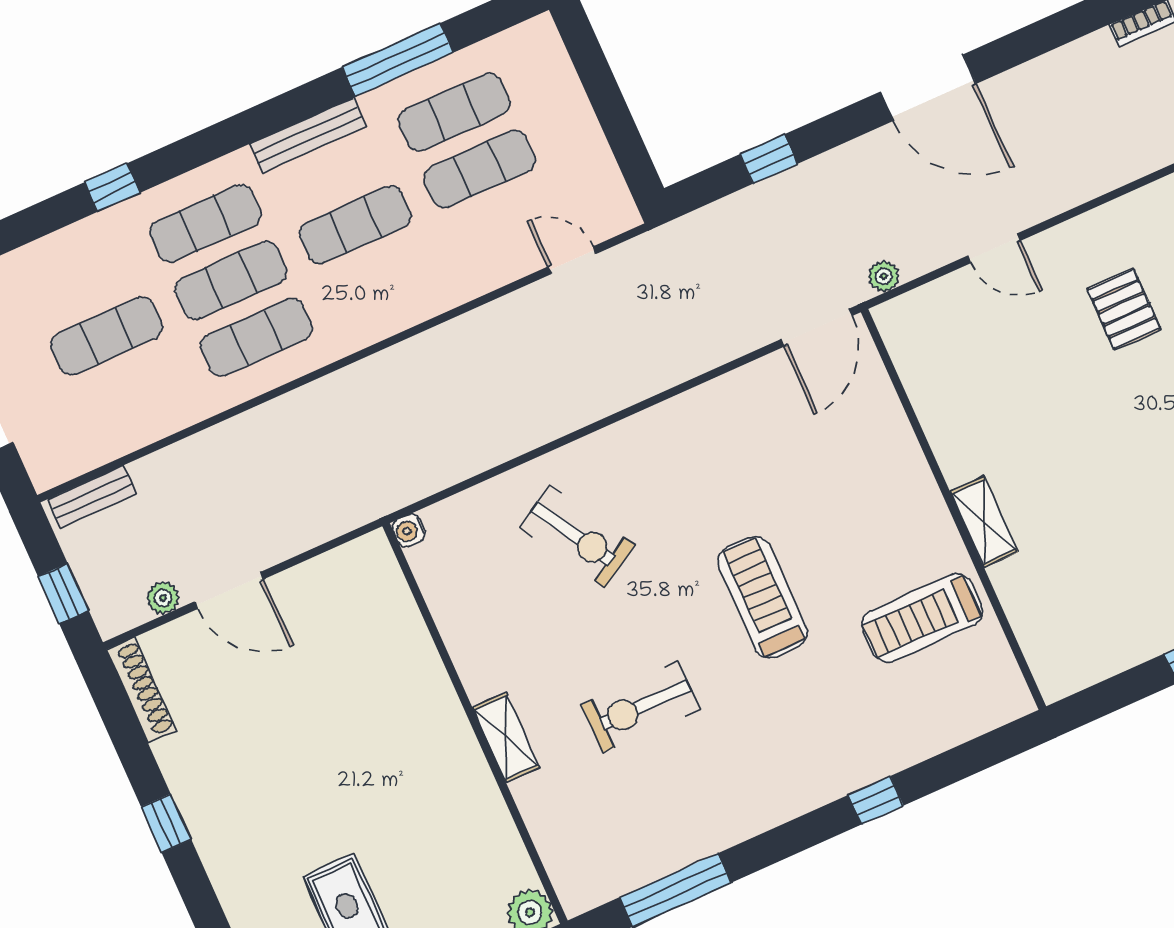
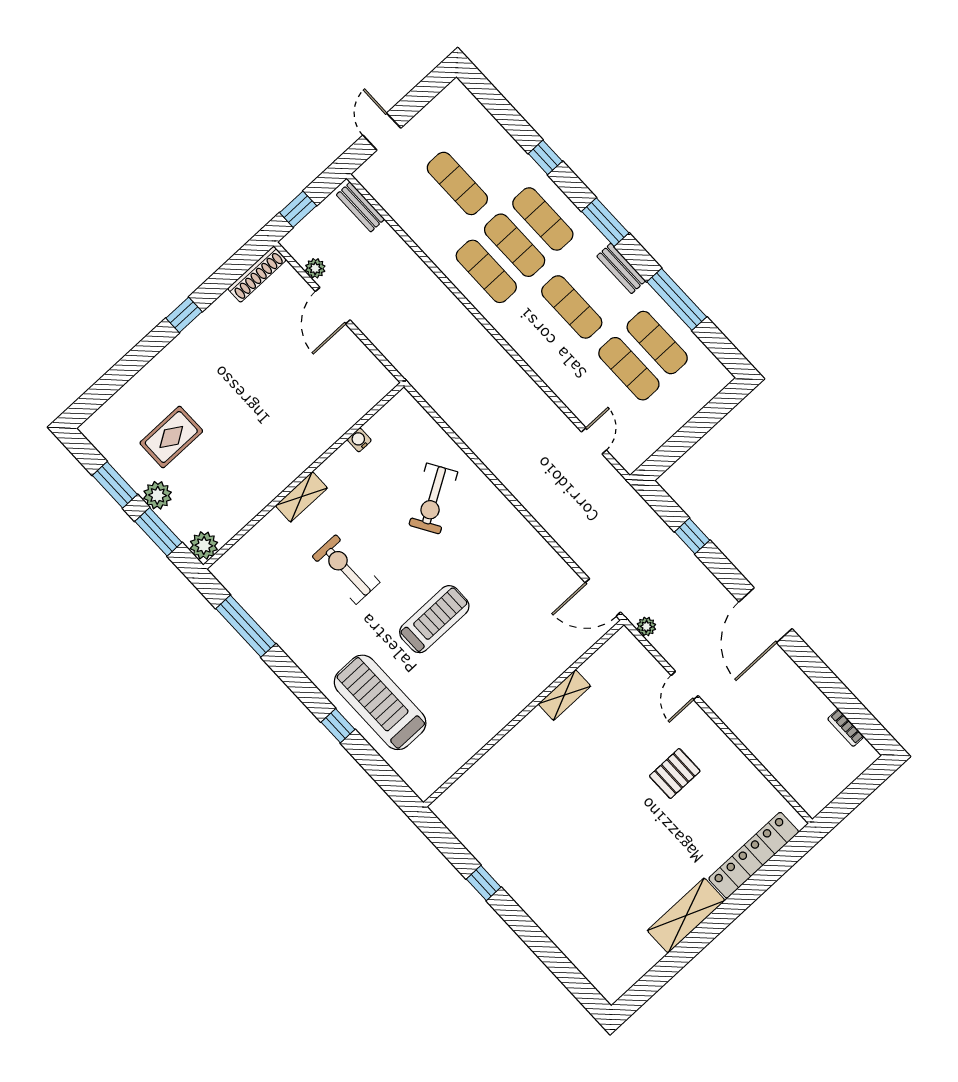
window: (243, 129) -> (605, 222), added
bench: (308, 135) -> (621, 268), width x0.73
shelving: (984, 522) -> (564, 695), moved
water cooler: (409, 530) -> (359, 440), moved
treadmill: (922, 618) -> (380, 702), moved, width x1.37, depth x1.38

